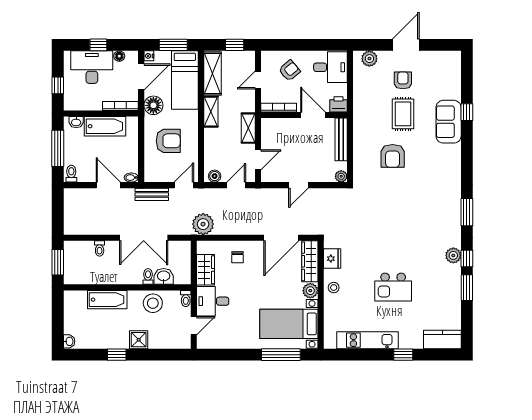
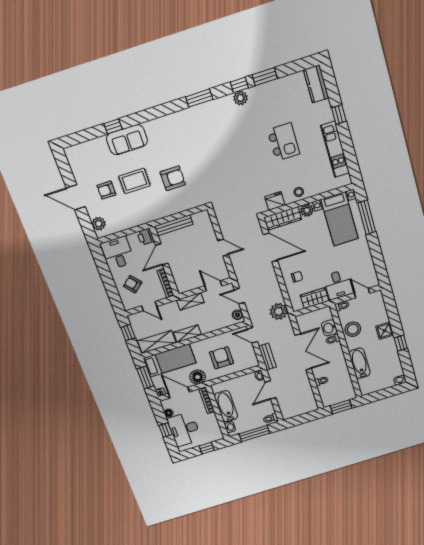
plant: (341, 176) -> (204, 215), removed

